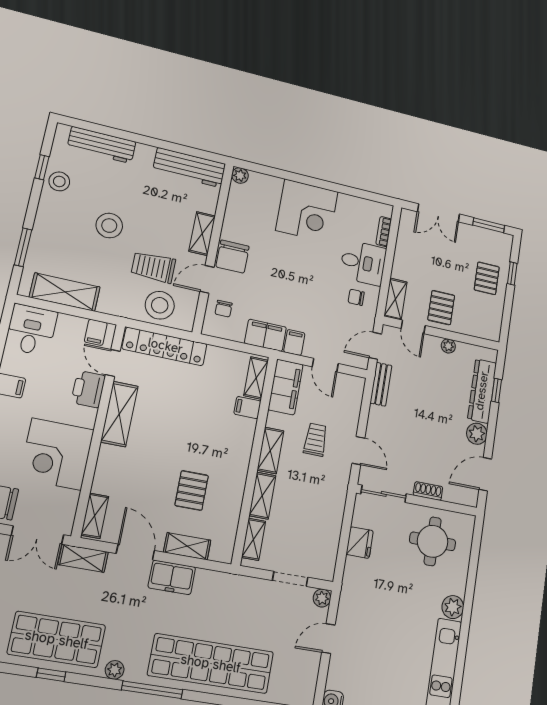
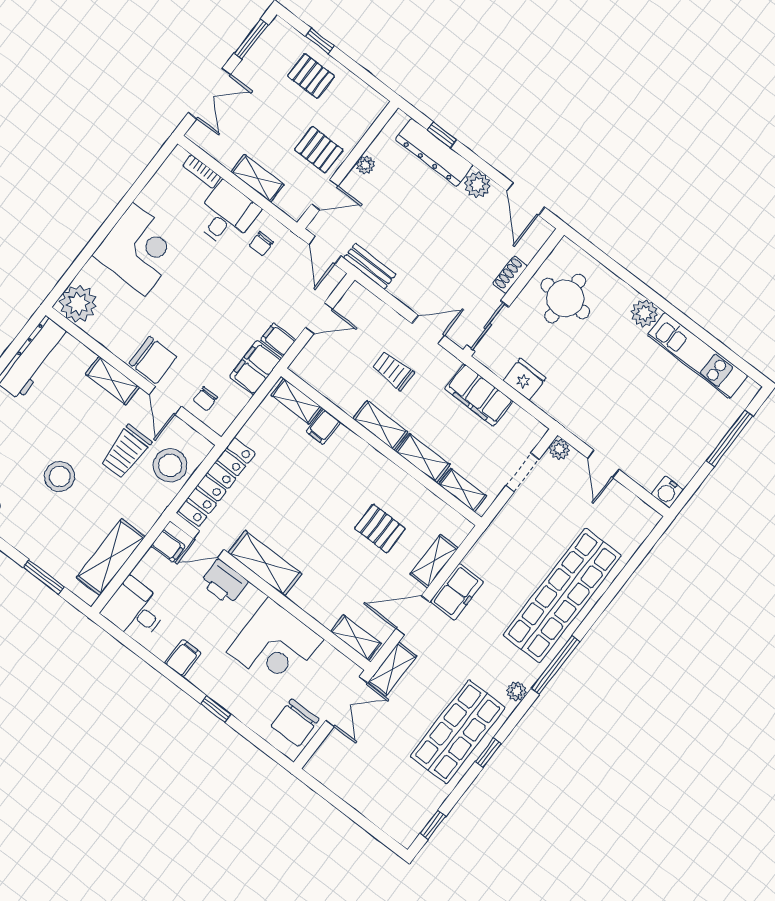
plant: (240, 175) -> (78, 304), width x1.87, depth x1.87
shelving: (395, 299) -> (258, 178), moved
chair: (224, 309) -> (205, 399), turned 90
filing cabinet: (286, 387) -> (479, 395), moved, turned 180

